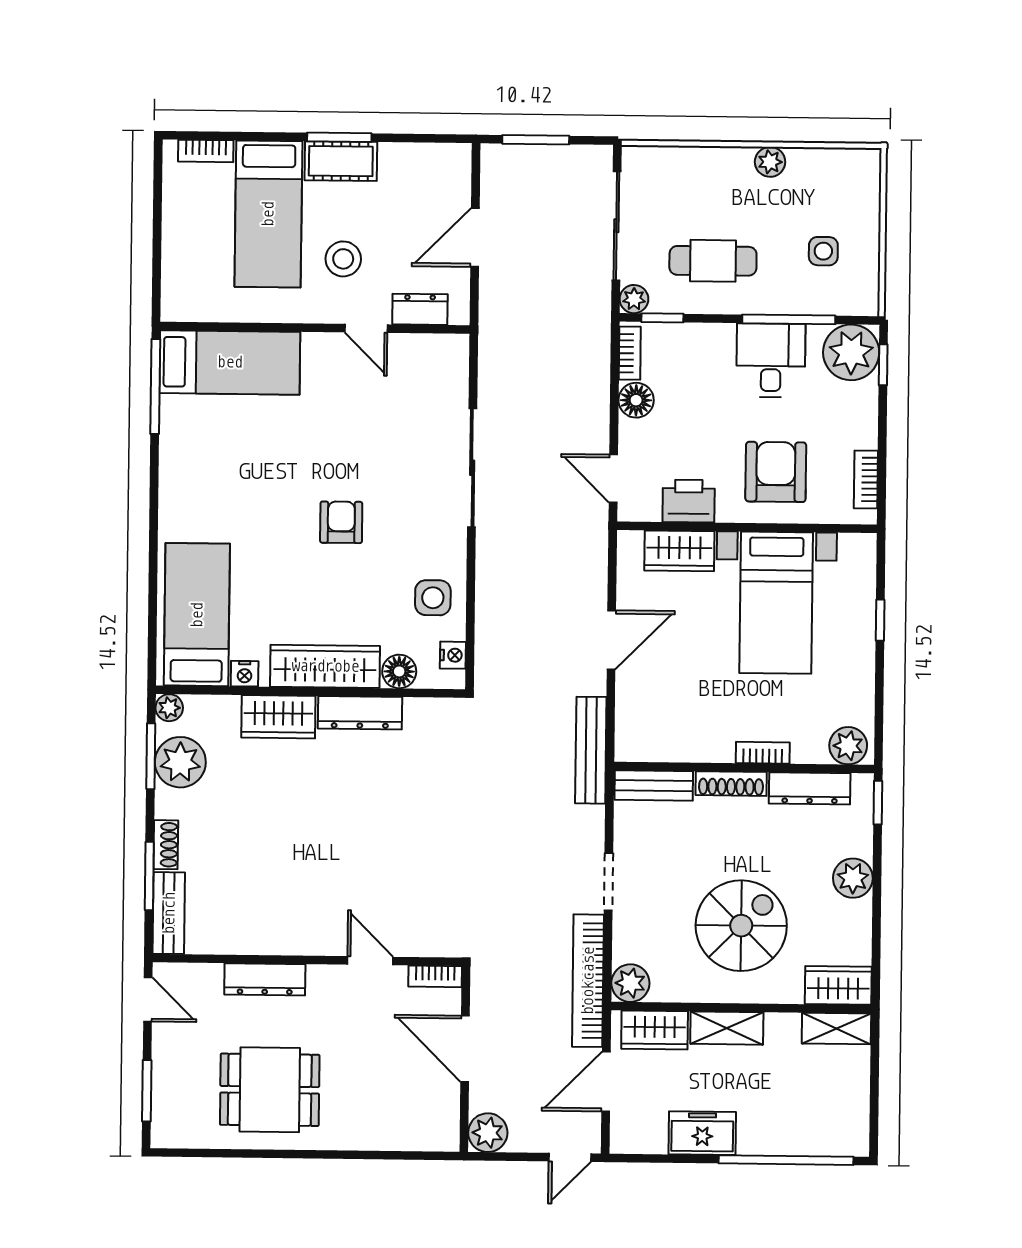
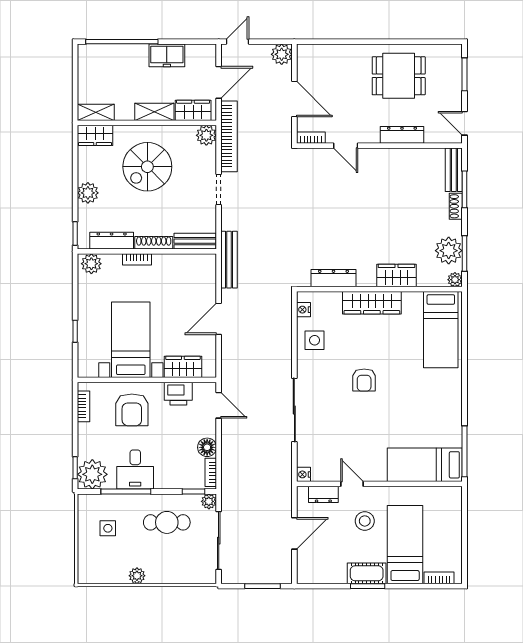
floor lamp: (399, 671) -> (332, 301), removed
nightstand: (245, 674) -> (303, 474), moved, turned -90
dresser: (360, 713) -> (333, 278), moved

